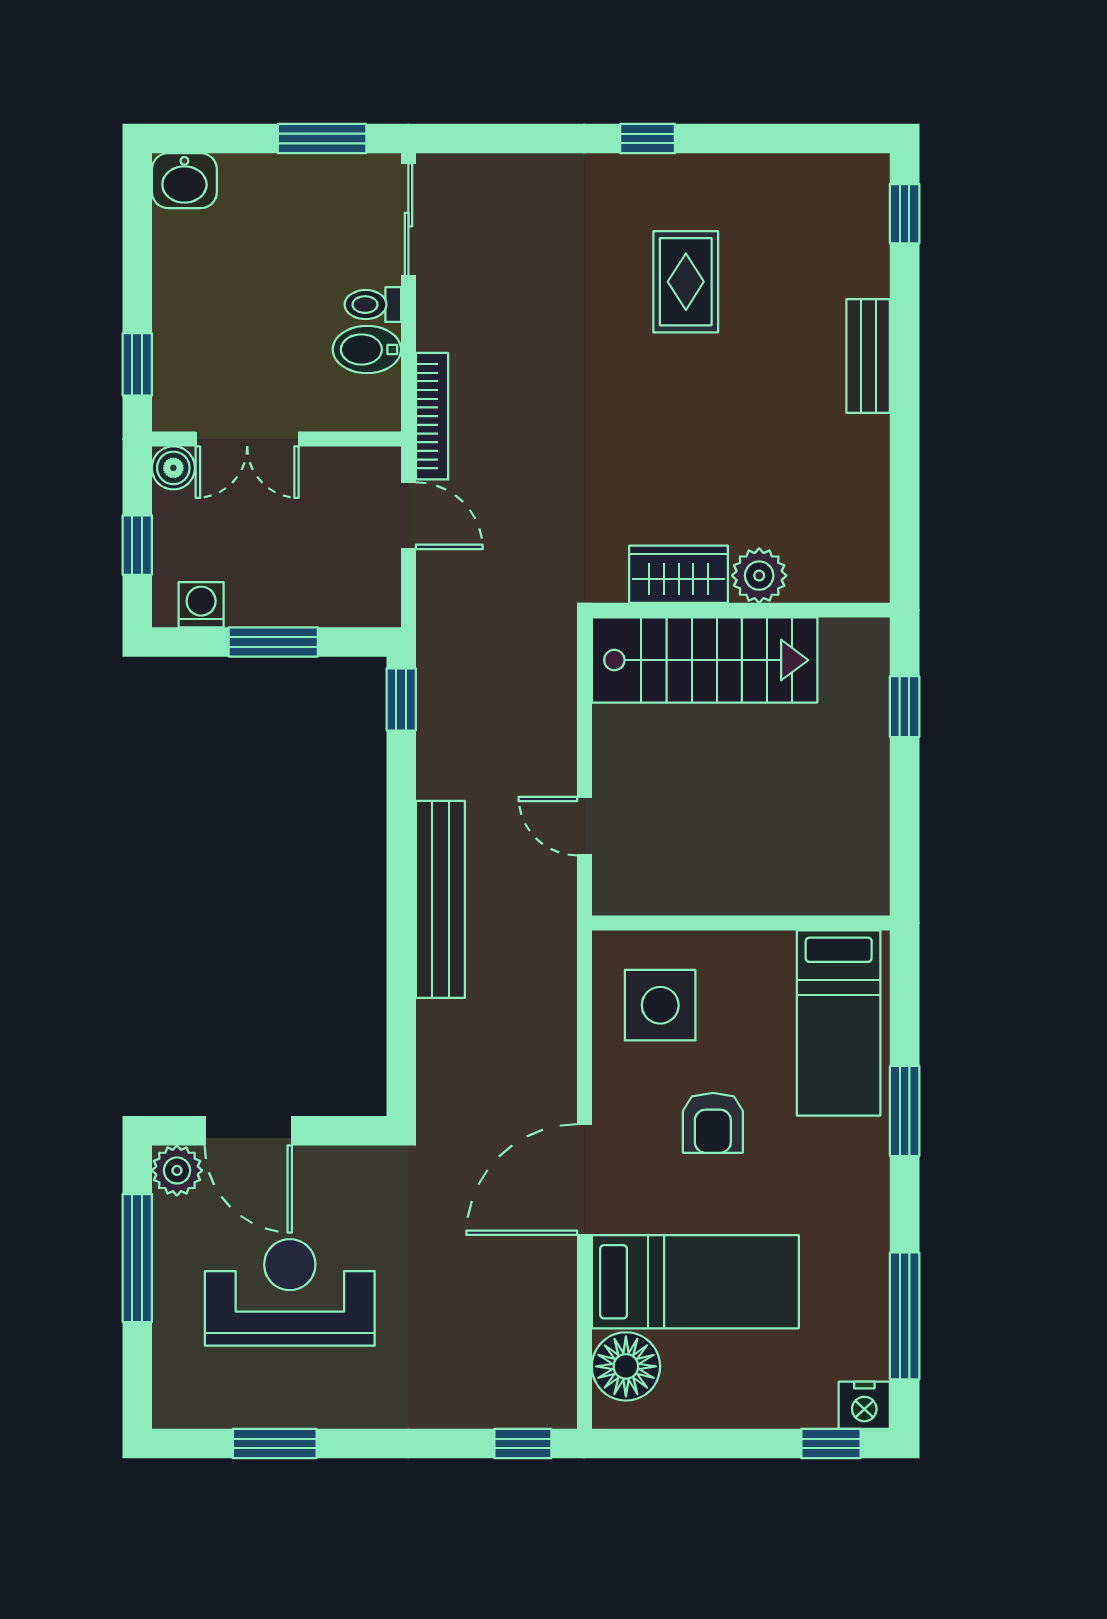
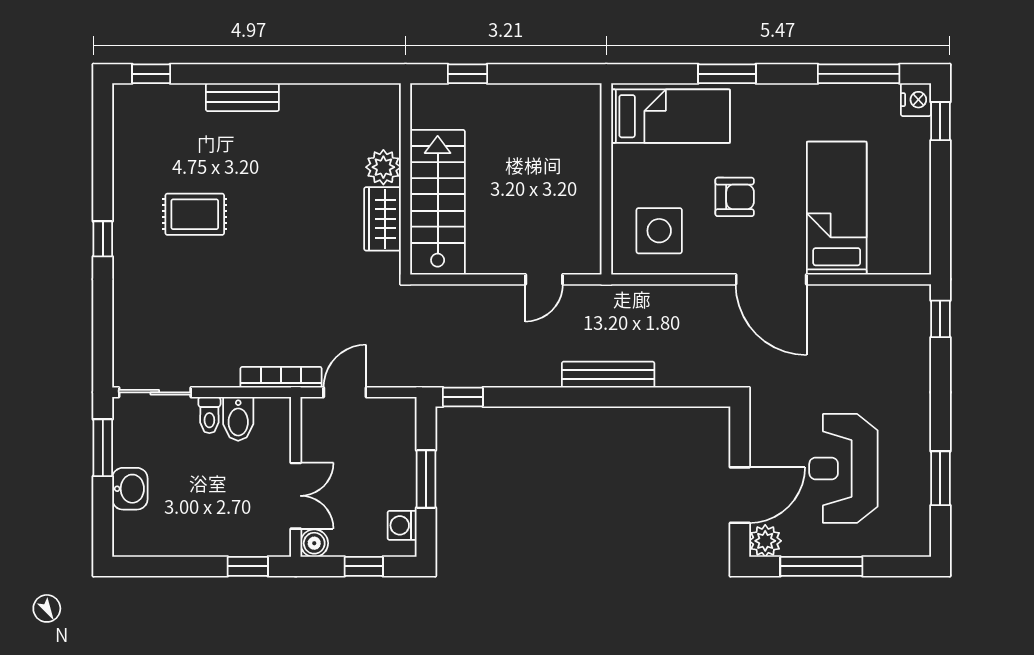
washbasin: (184, 181) -> (130, 489), moved
bench: (440, 899) -> (608, 375), width x0.73, depth x0.82
floor lamp: (626, 1366) -> (891, 253), removed

